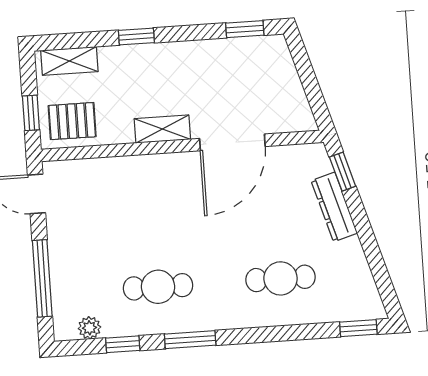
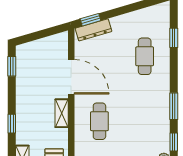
dresser: (334, 207) -> (93, 30), moved
cafe table: (158, 287) -> (99, 121), moved
window: (358, 328) -> (174, 38), moved

